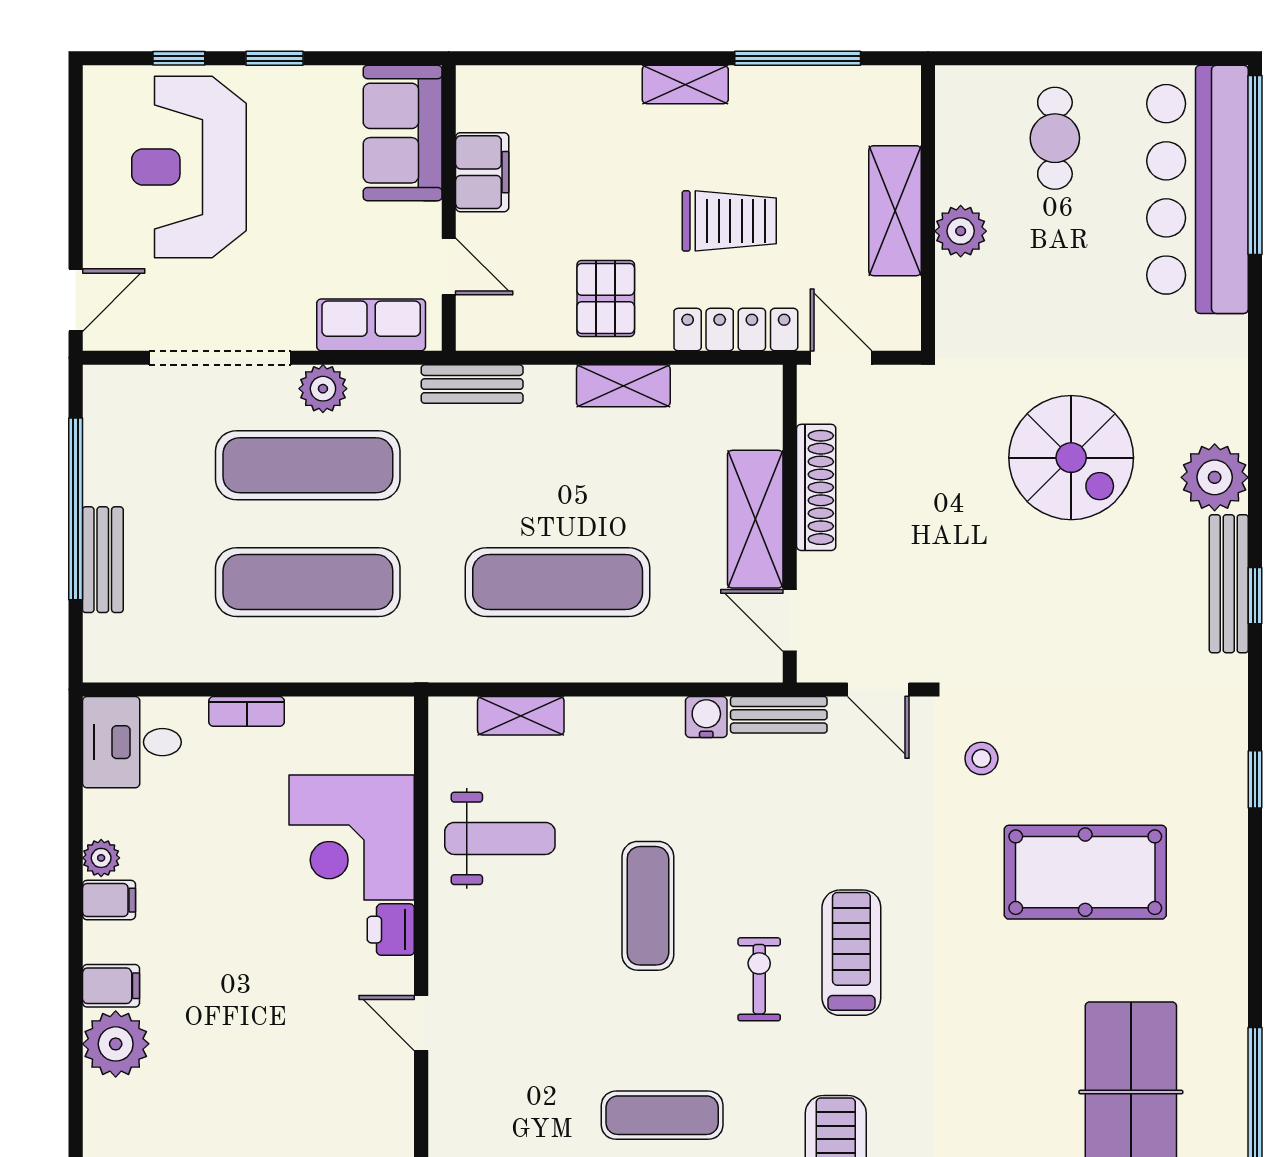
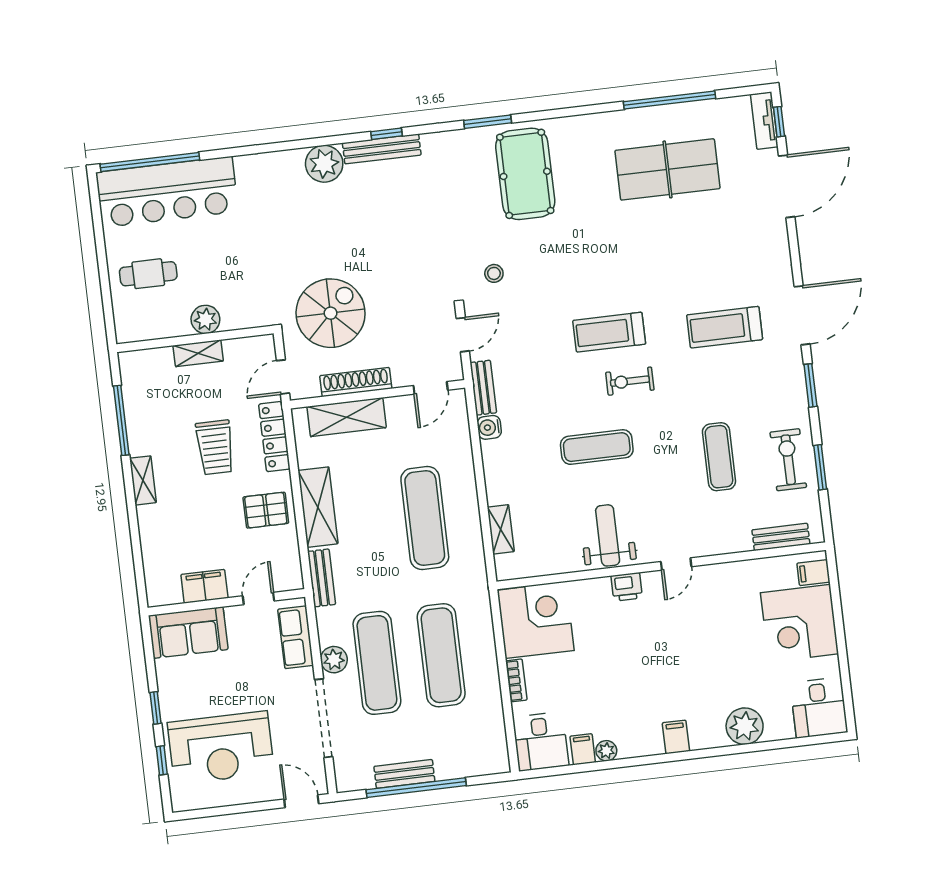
shelving: (895, 211) -> (198, 353), width x0.67, depth x0.75
trolley: (729, 221) -> (215, 447), turned 180
shelving: (623, 386) -> (318, 507), width x1.50, depth x1.33
spiral stairs: (1071, 458) -> (331, 313), moved
shelving: (755, 519) -> (347, 417), moved
bench: (103, 560) -> (404, 774), moved
window: (1255, 779) -> (488, 122), width x1.50
corner desk: (352, 838) -> (536, 620), moved, turned -90
weight bench: (500, 838) -> (608, 535), moved
pool table: (1085, 872) -> (525, 174), moved
filing cabinet: (109, 900) -> (583, 749), moved
plant: (116, 1044) -> (745, 726), moved
exercise mat: (662, 1115) -> (719, 457), moved

